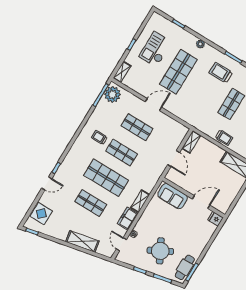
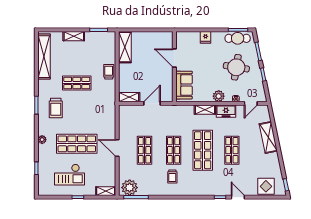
fridge: (216, 219) -> (205, 37), moved
plant: (145, 220) -> (219, 96), added
round table: (160, 251) -> (236, 67), turned 37

